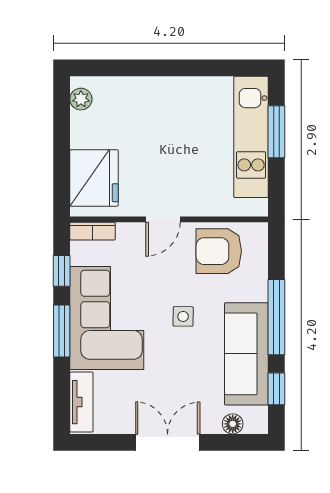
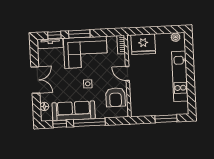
kitchen unit: (251, 137) -> (180, 76), moved, turned -90
armchair: (219, 251) -> (115, 97), turned 180
window: (62, 271) -> (54, 35), moved

